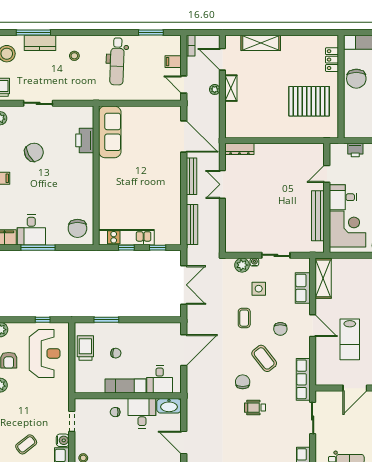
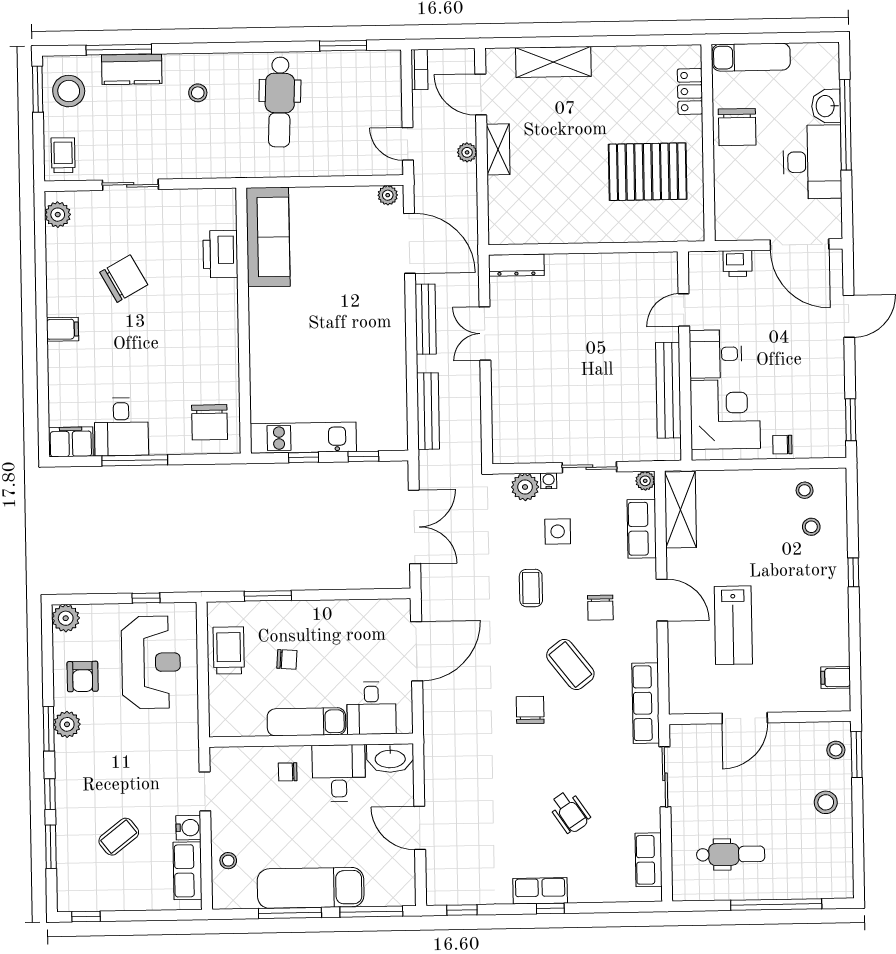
filing cabinet: (173, 62) -> (387, 101), removed
plant: (173, 111) -> (388, 195), added
plant: (305, 263) -> (645, 481), added
wheelchair: (255, 408) -> (570, 812), moved, turned -124

